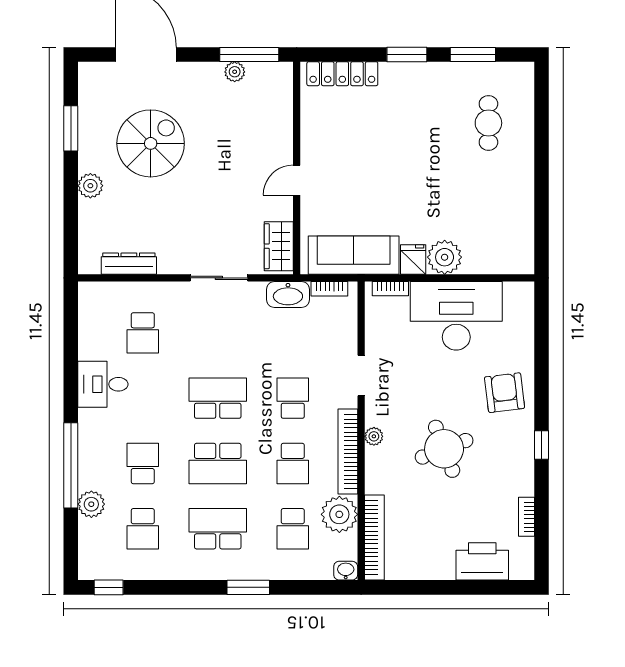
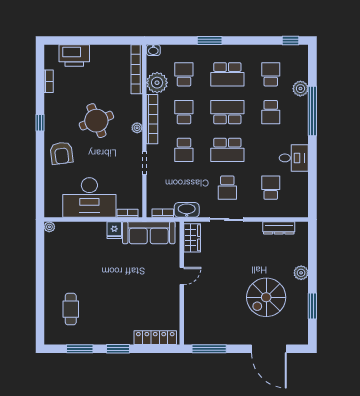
plant: (235, 72) -> (218, 339), removed
plant: (445, 257) -> (49, 227), moved, width x0.53, depth x0.53
school desk: (218, 333) -> (227, 188), added

